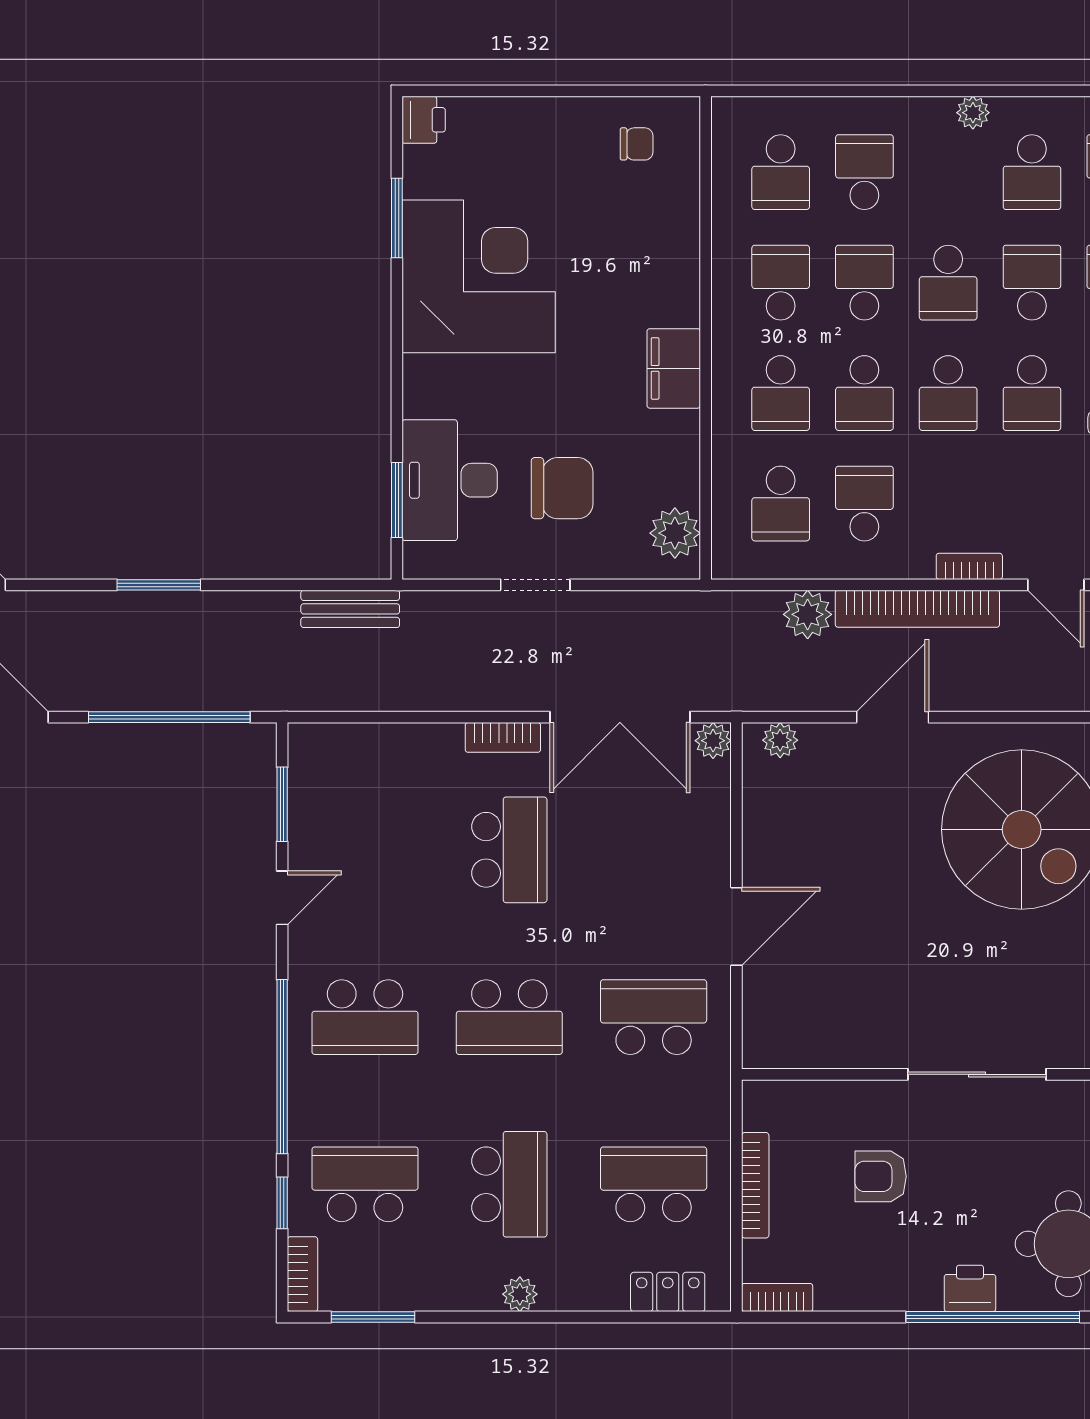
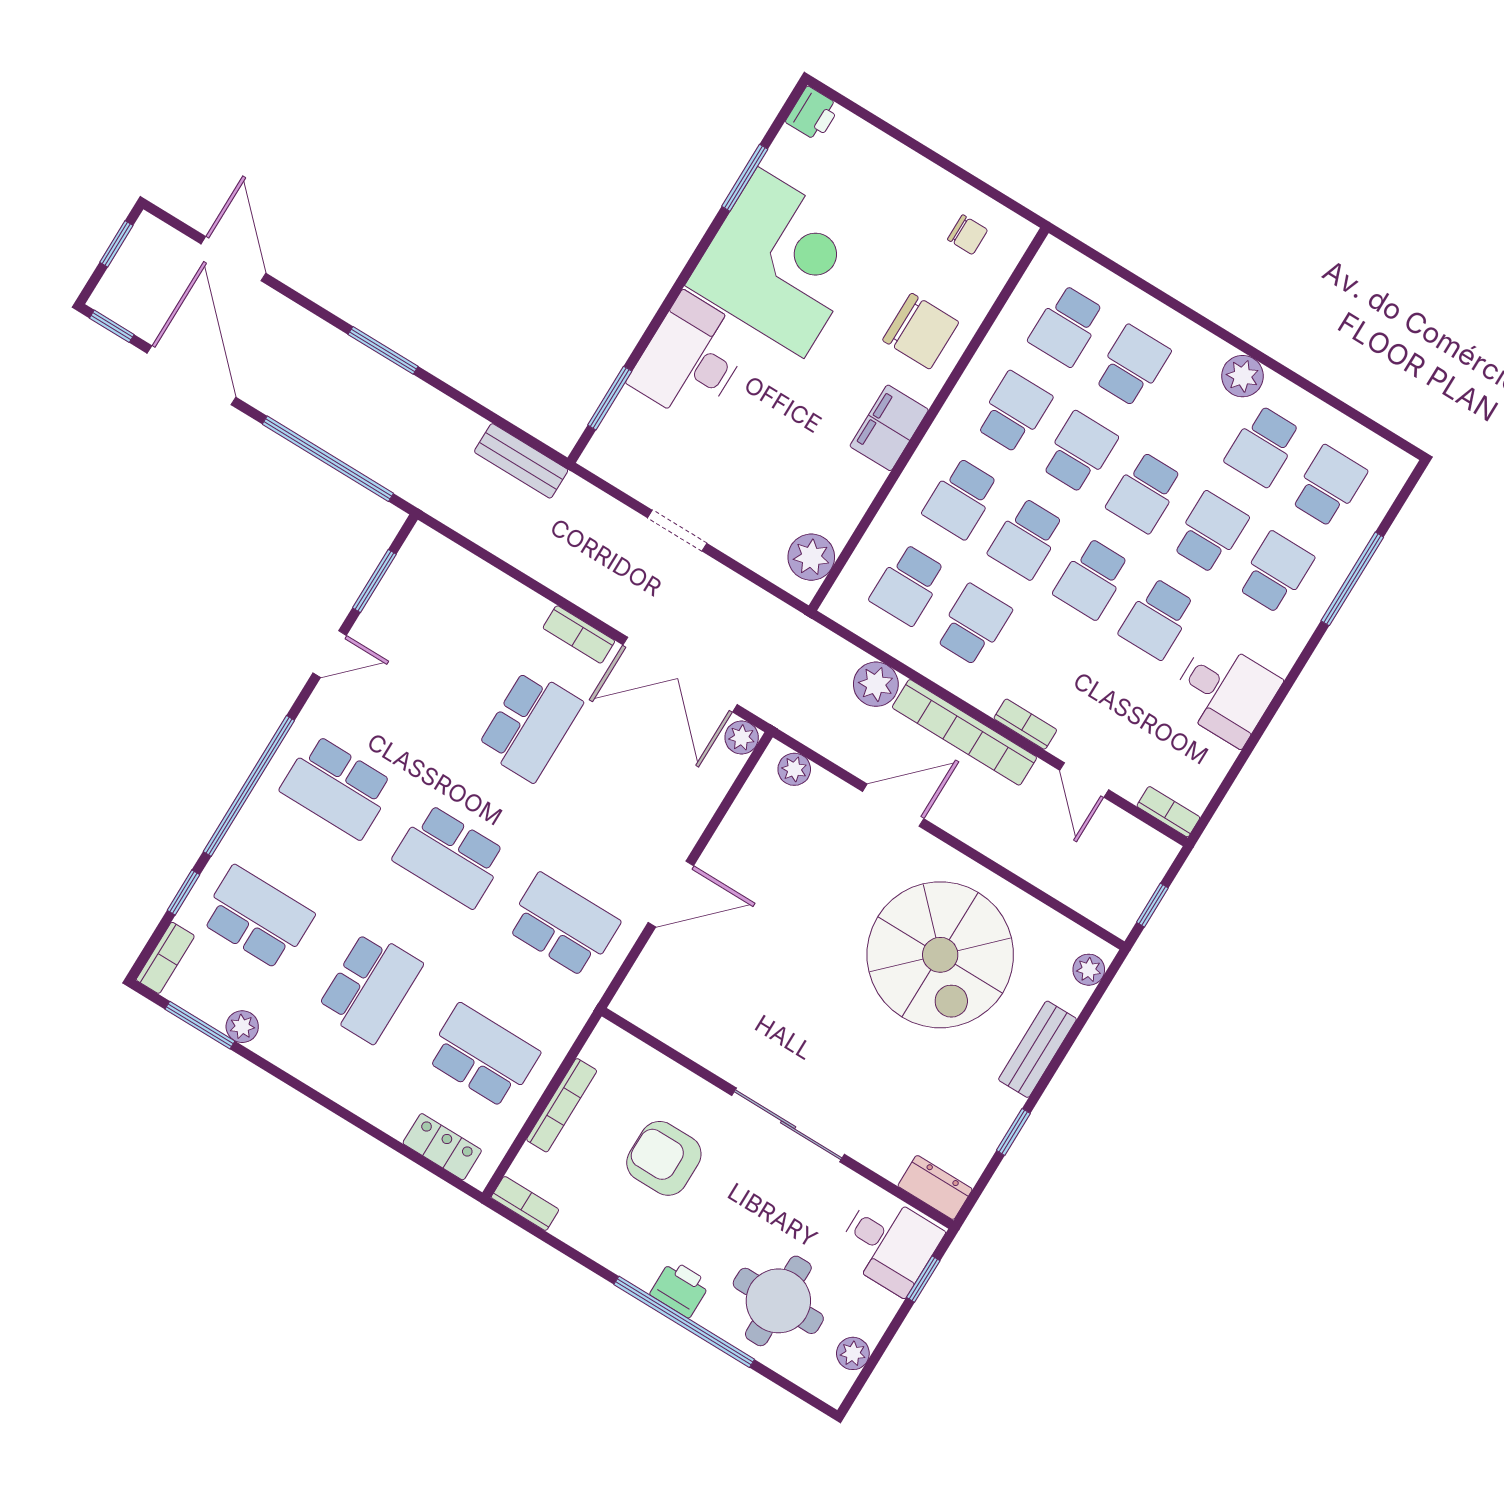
plant: (973, 113) -> (1243, 376), width x1.38, depth x1.38
desk: (450, 480) -> (691, 358), moved
chair: (562, 488) -> (921, 331), moved
armchair: (881, 1176) -> (664, 1158), width x1.38, depth x1.38
plant: (520, 1294) -> (242, 1027), moved

